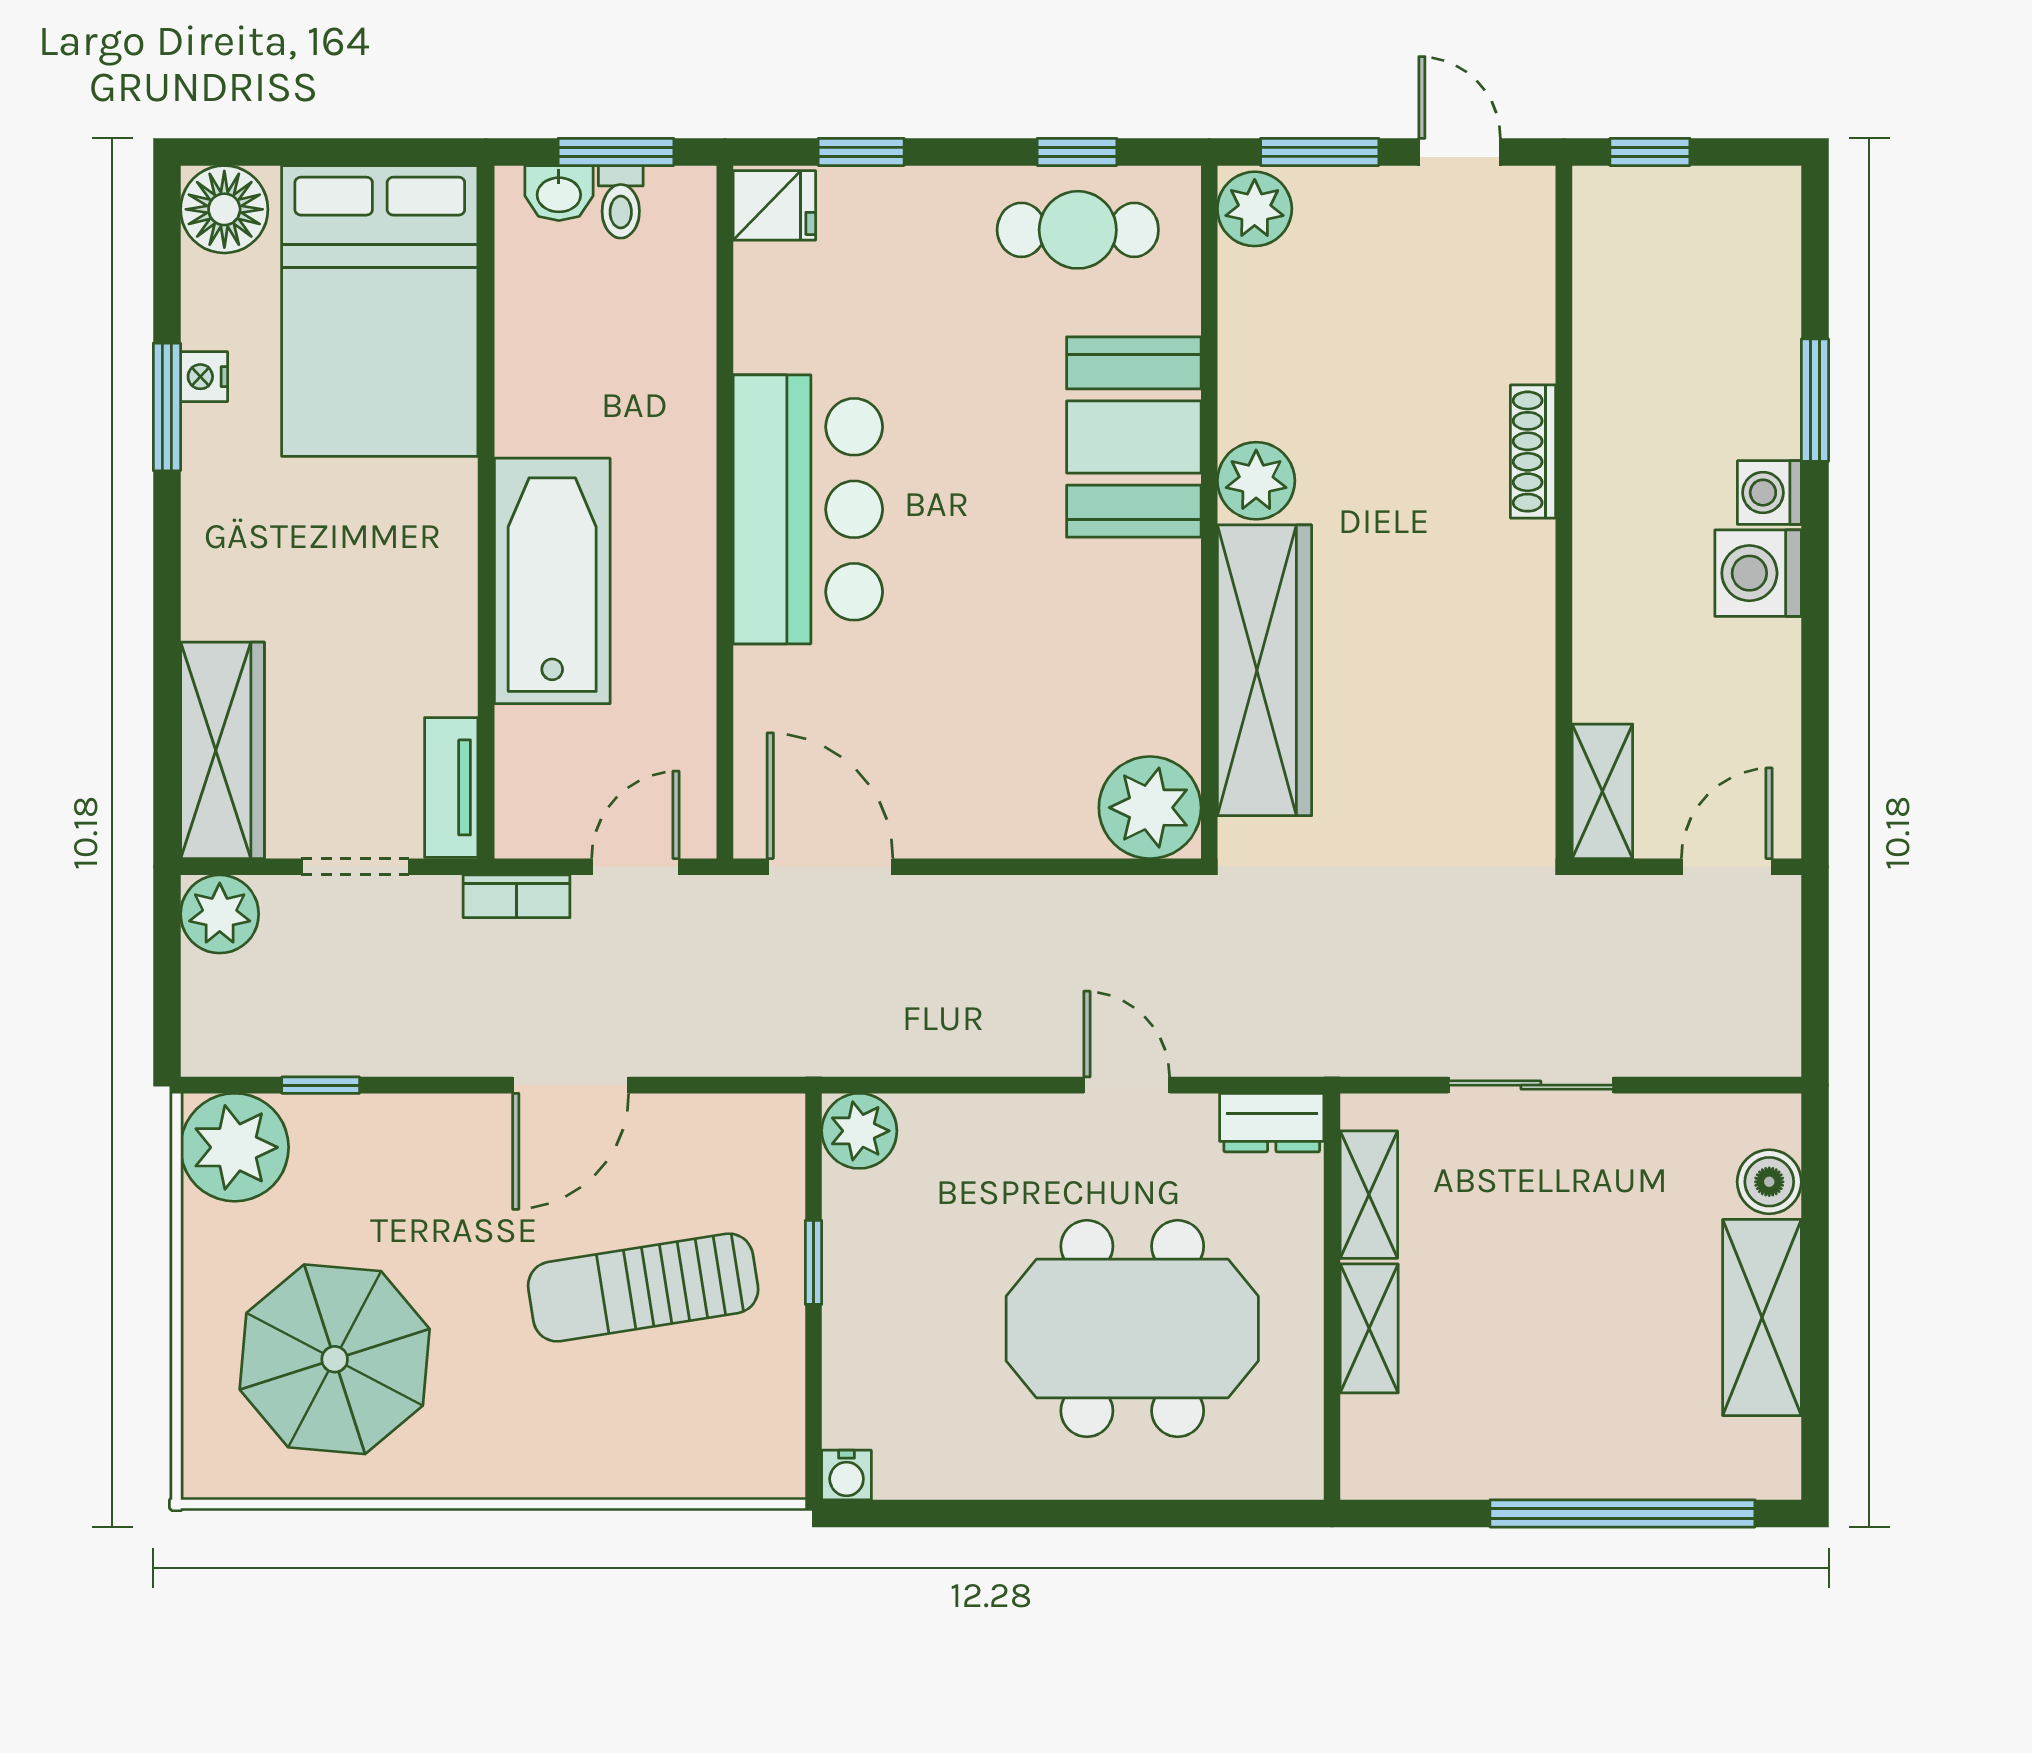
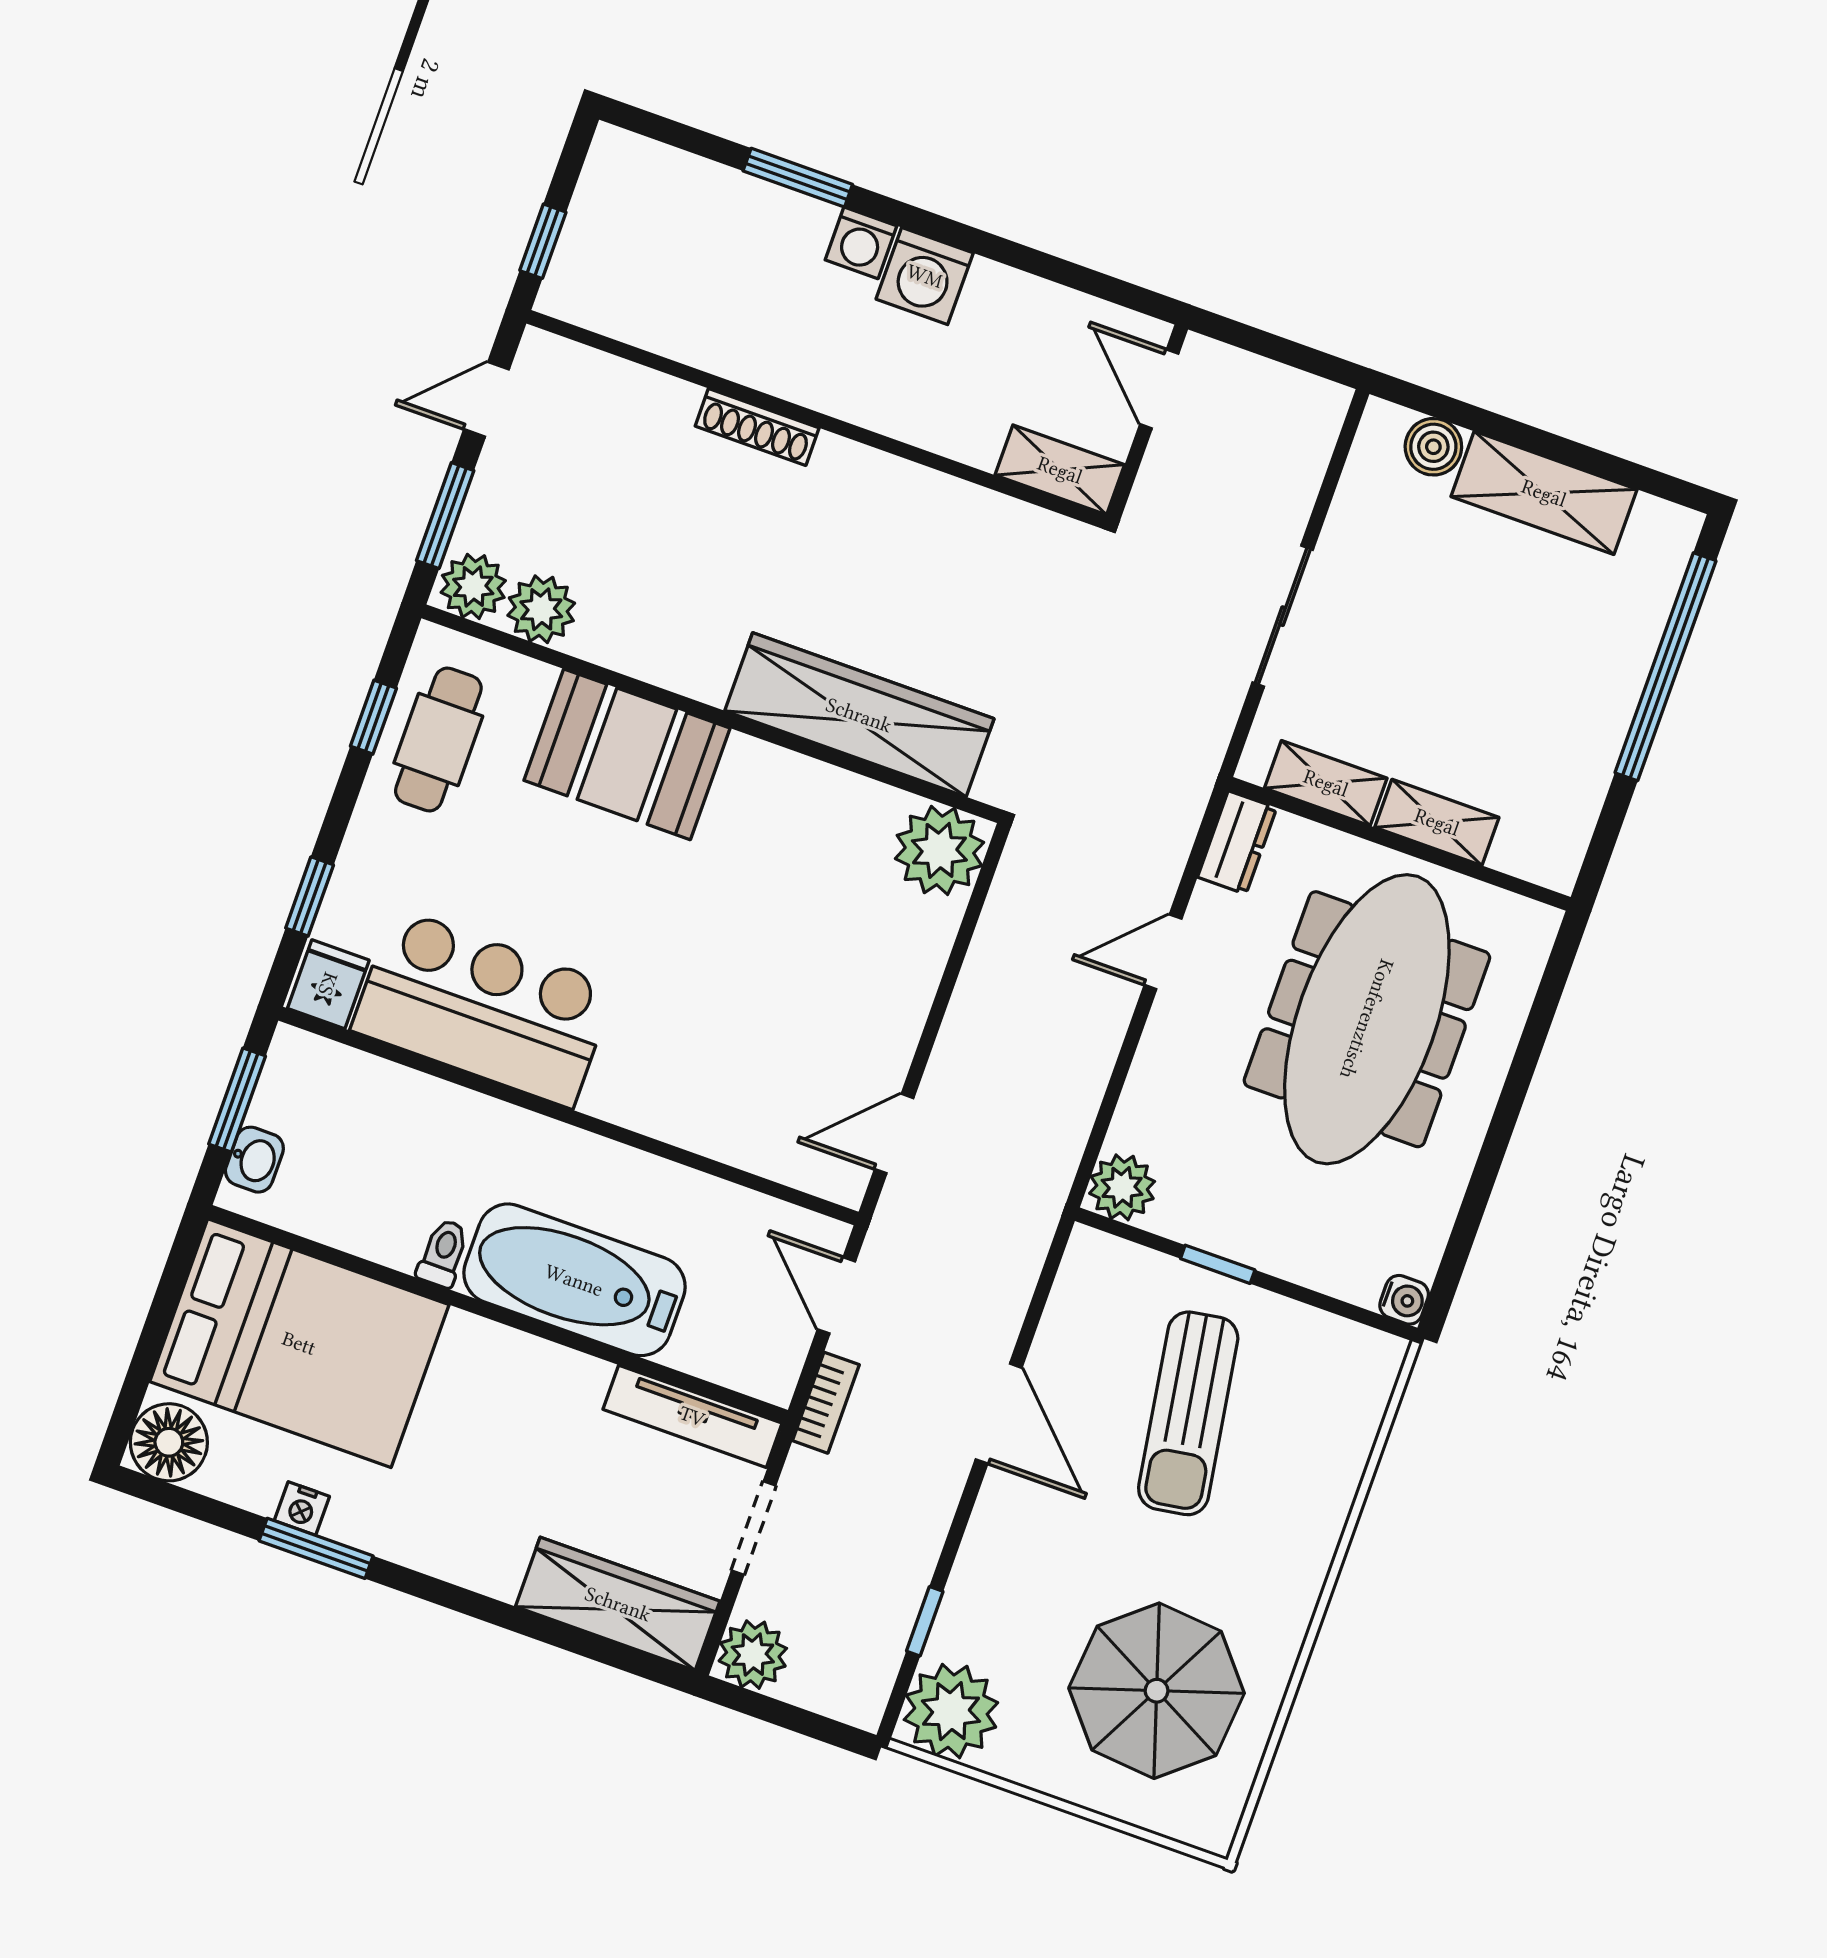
toilet: (621, 202) -> (443, 1253), moved, turned -90
plant: (1256, 481) -> (541, 609), moved
bar counter: (808, 509) -> (483, 1008), moved
tv unit: (451, 787) -> (692, 1416), width x1.41
door: (830, 867) -> (894, 1134), width x0.73
meeting table: (1132, 1329) -> (1367, 1019), width x1.36

